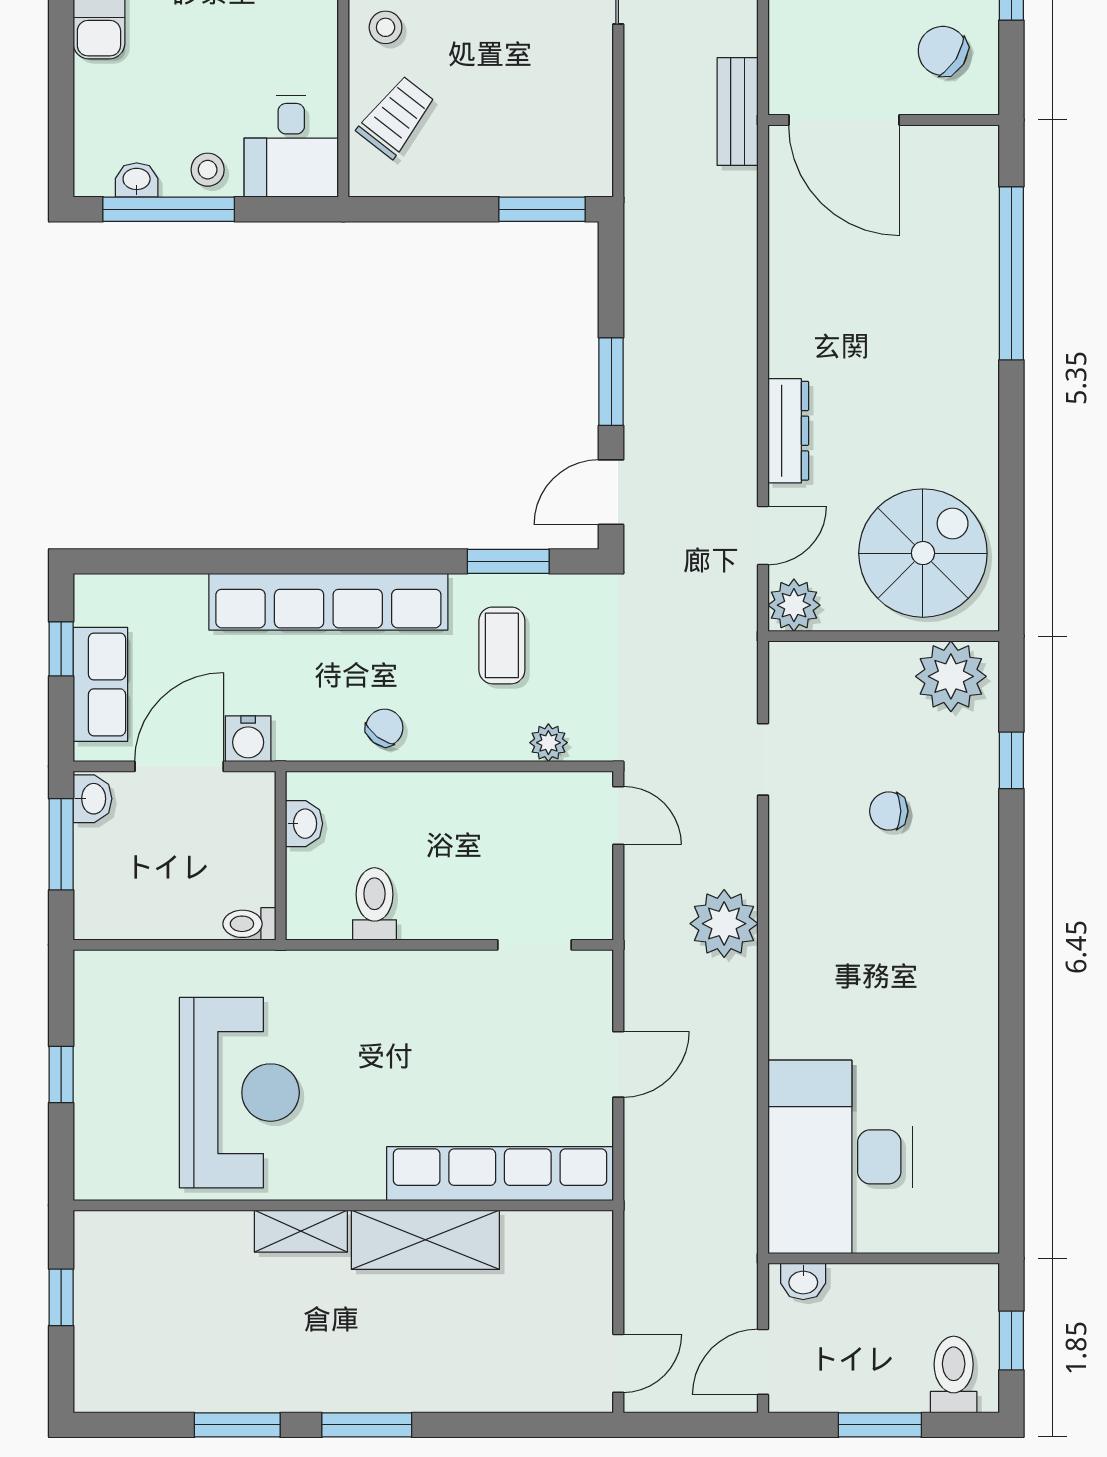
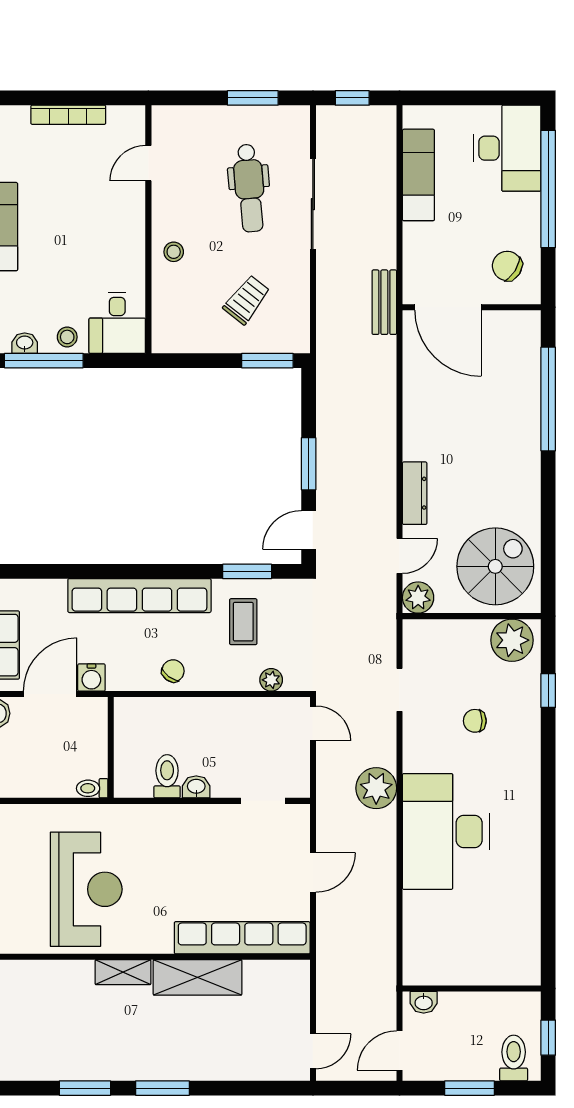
trolley: (396, 117) -> (247, 300), moved
washbasin: (304, 824) -> (196, 787), moved, turned -90
desk: (840, 1157) -> (446, 831), moved

